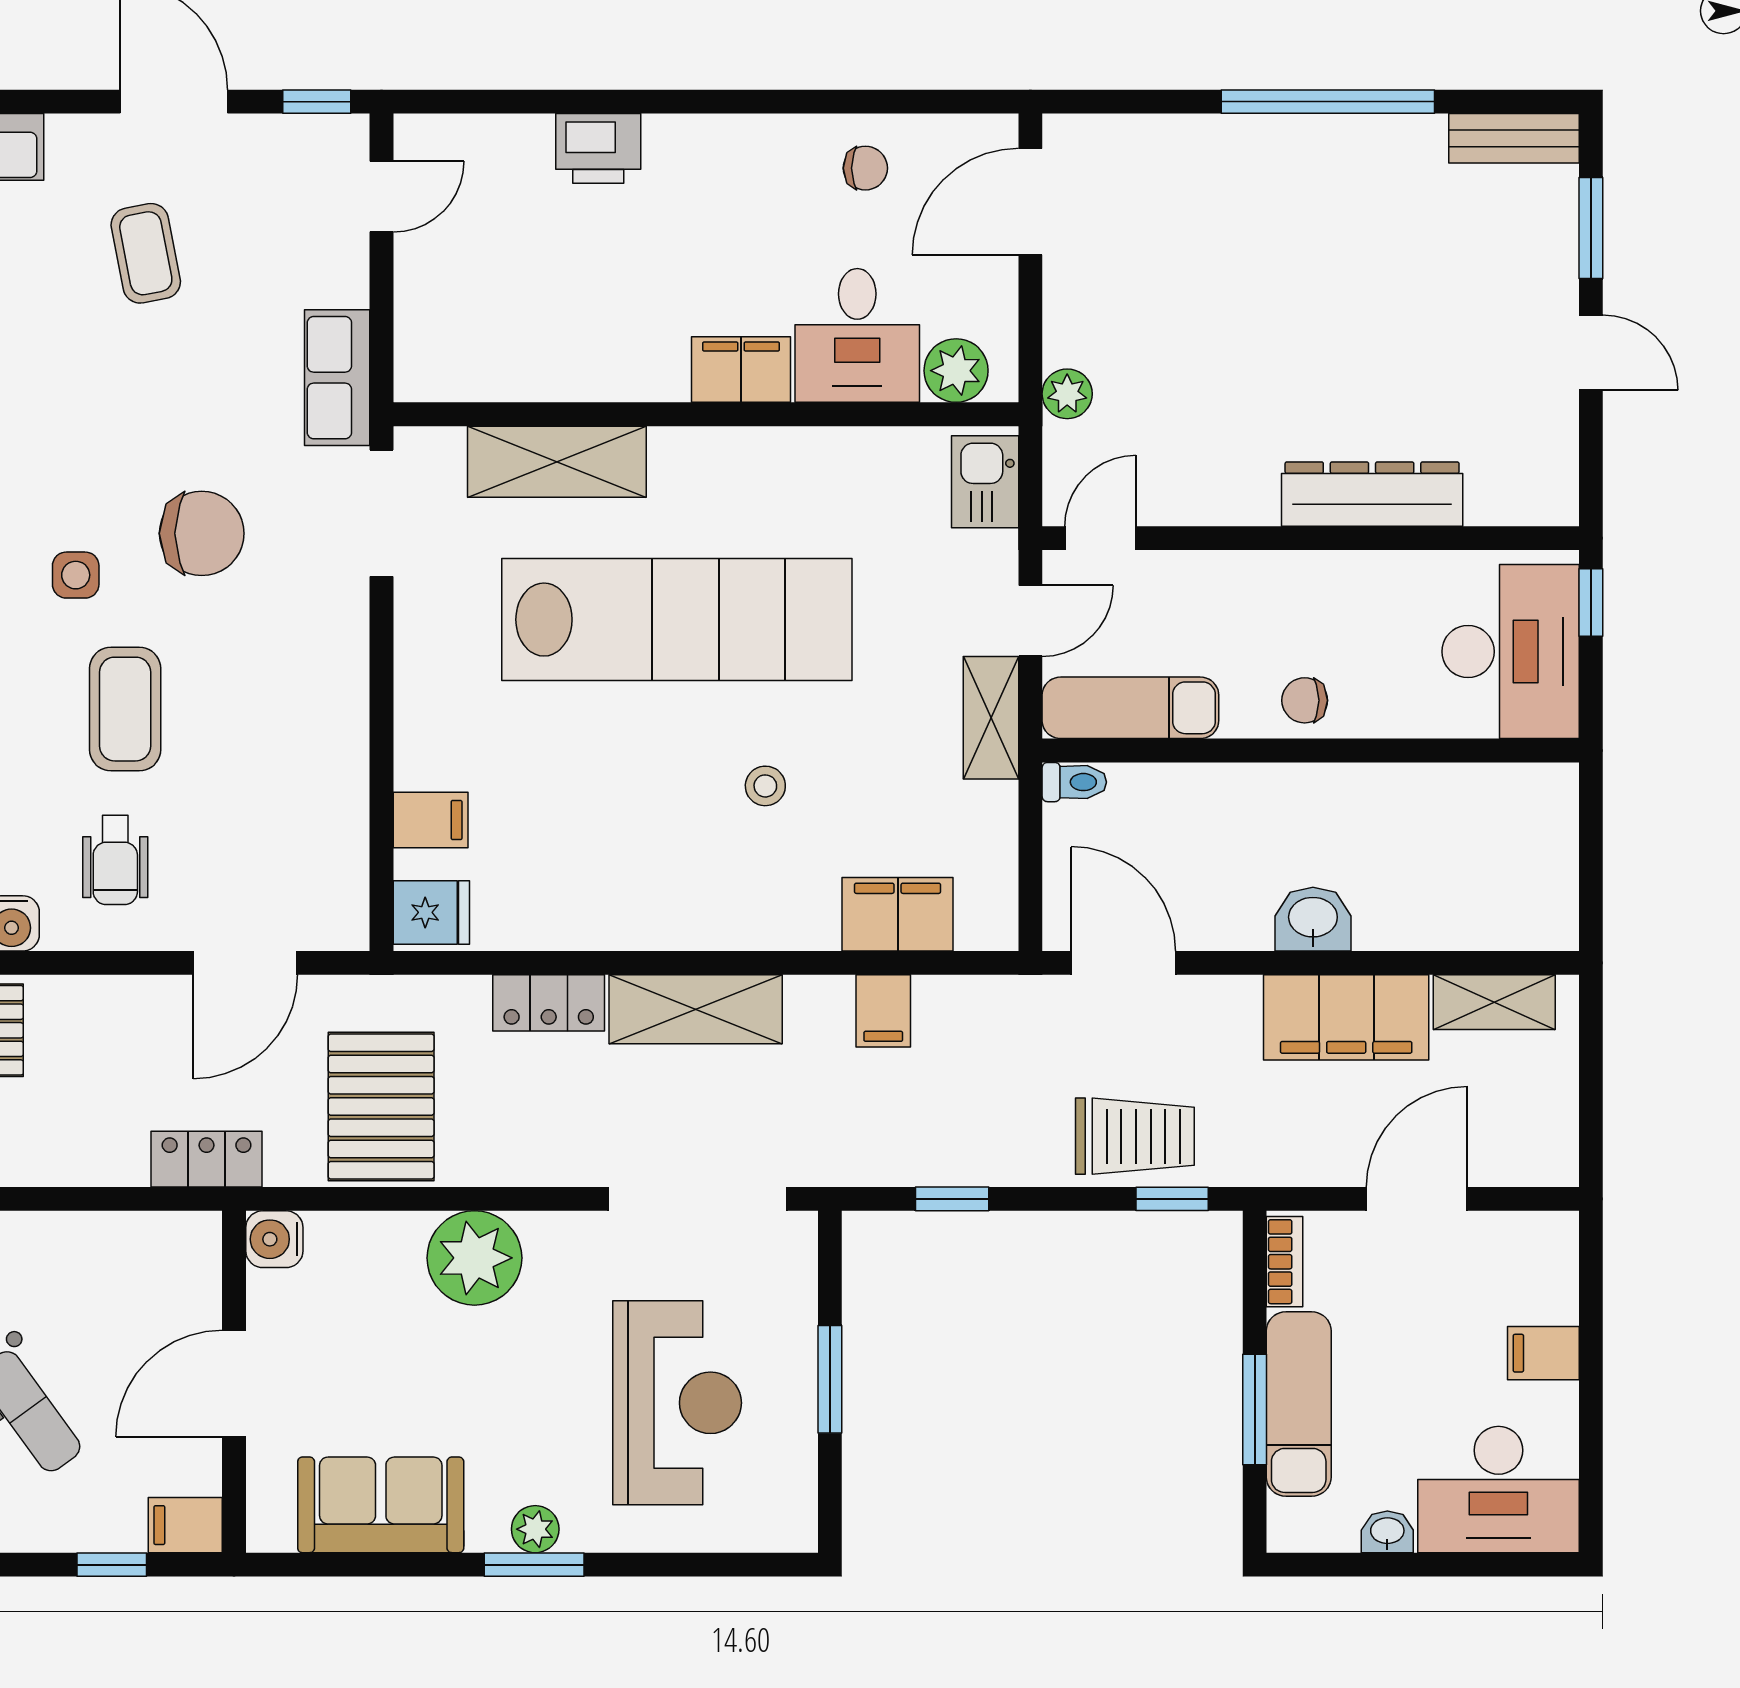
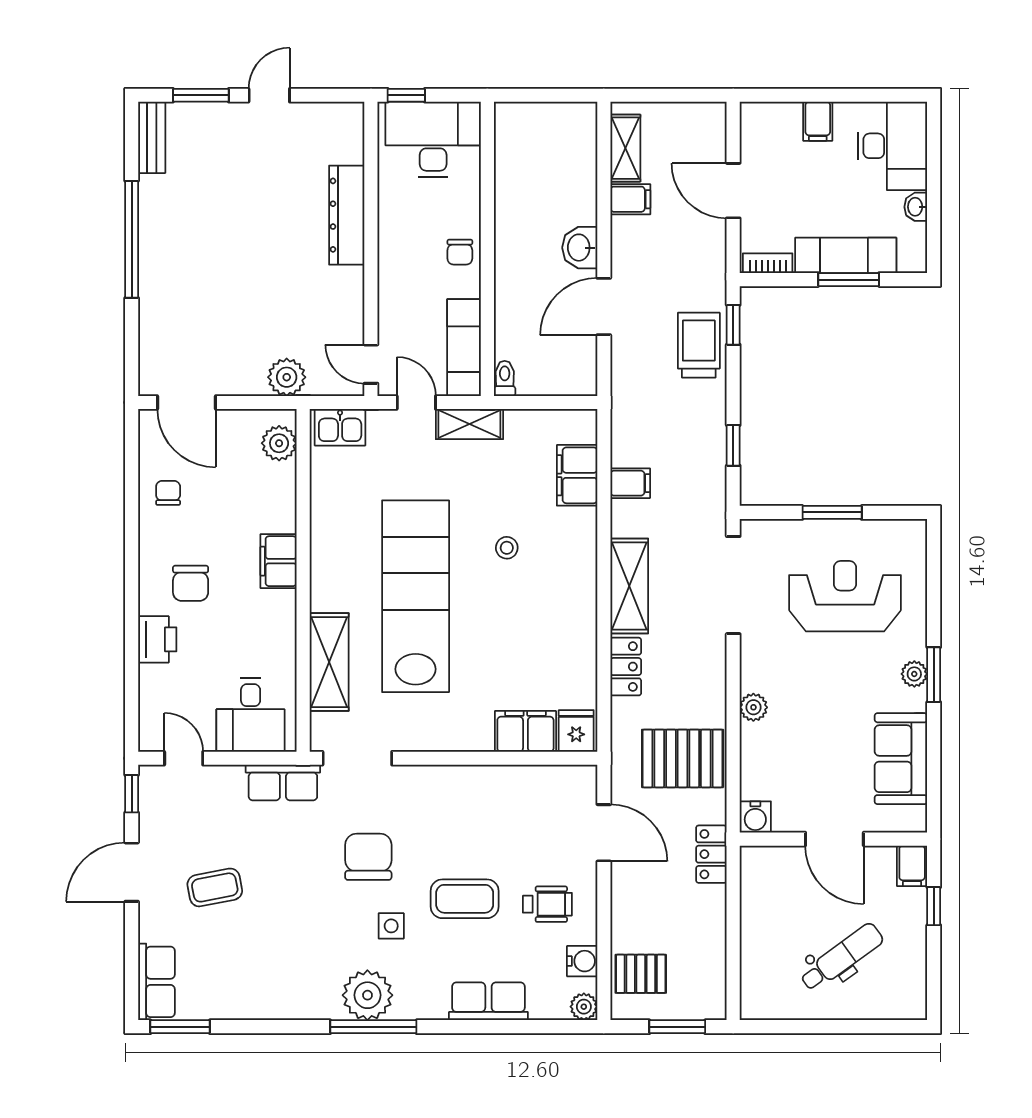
chair: (701, 209) -> (191, 583), added
desk: (857, 335) -> (251, 715), moved, turned 90
plant: (1067, 394) -> (287, 377), width x1.38, depth x1.38
filing cabinet: (431, 820) -> (525, 731), width x2.00
door: (1123, 963) -> (604, 307), moved
filing cabinet: (1346, 1017) -> (630, 199), width x0.33, depth x0.86
plant: (474, 1258) -> (753, 707), width x0.53, depth x0.53

